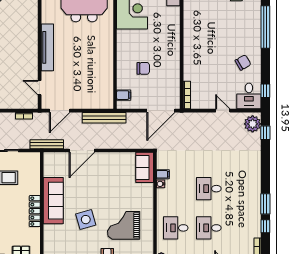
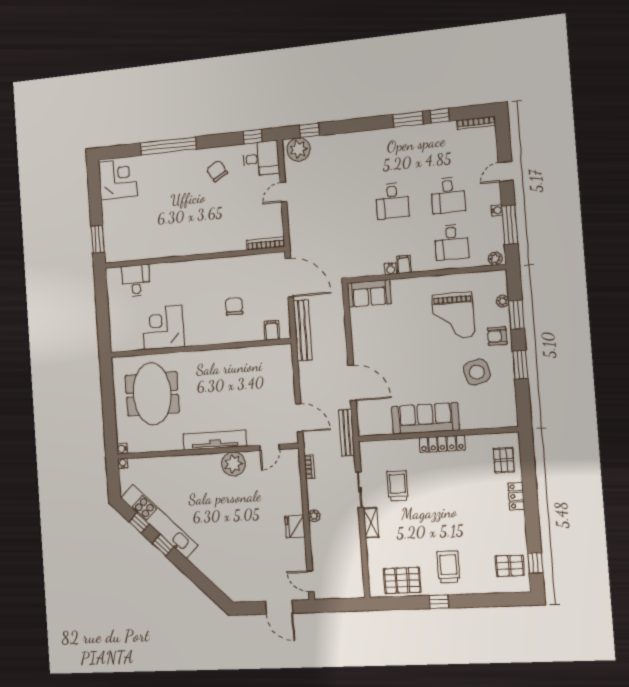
plant: (29, 60) -> (233, 464), added
bench: (104, 118) -> (303, 330), moved
filing cabinet: (163, 174) -> (404, 264), moved
side table: (86, 220) -> (477, 372), moved

